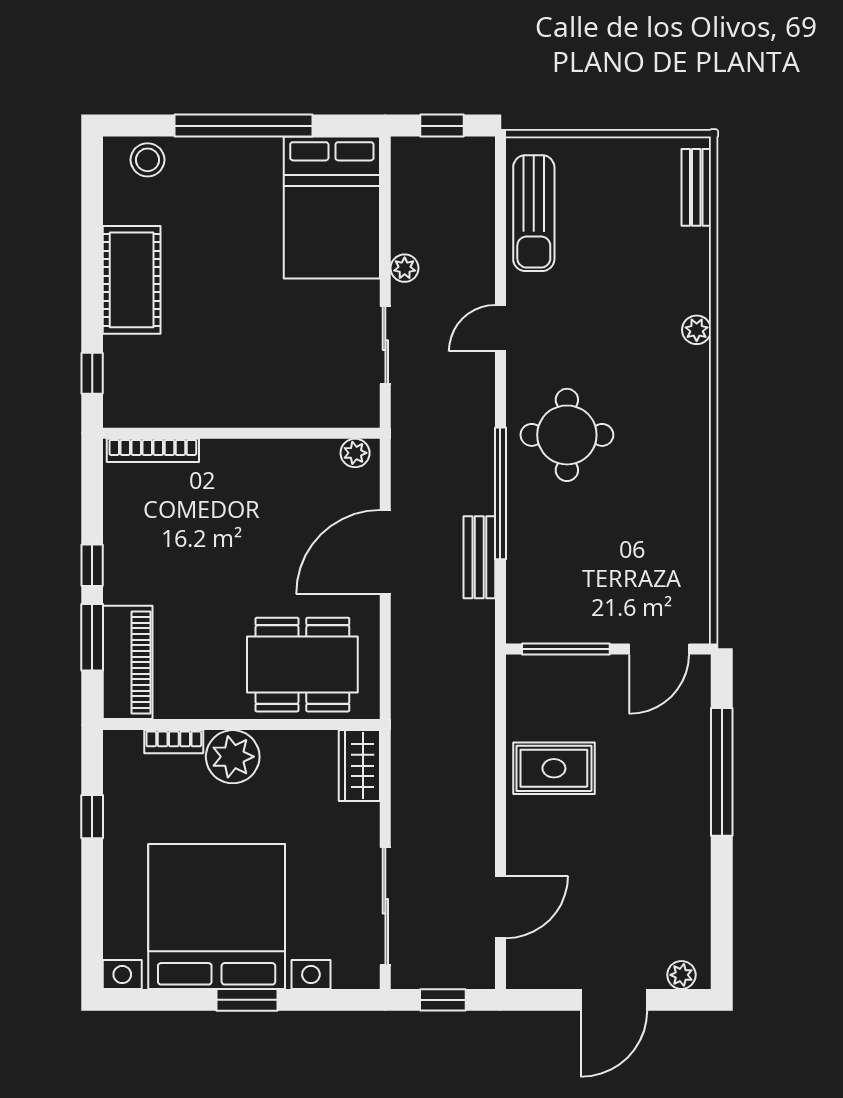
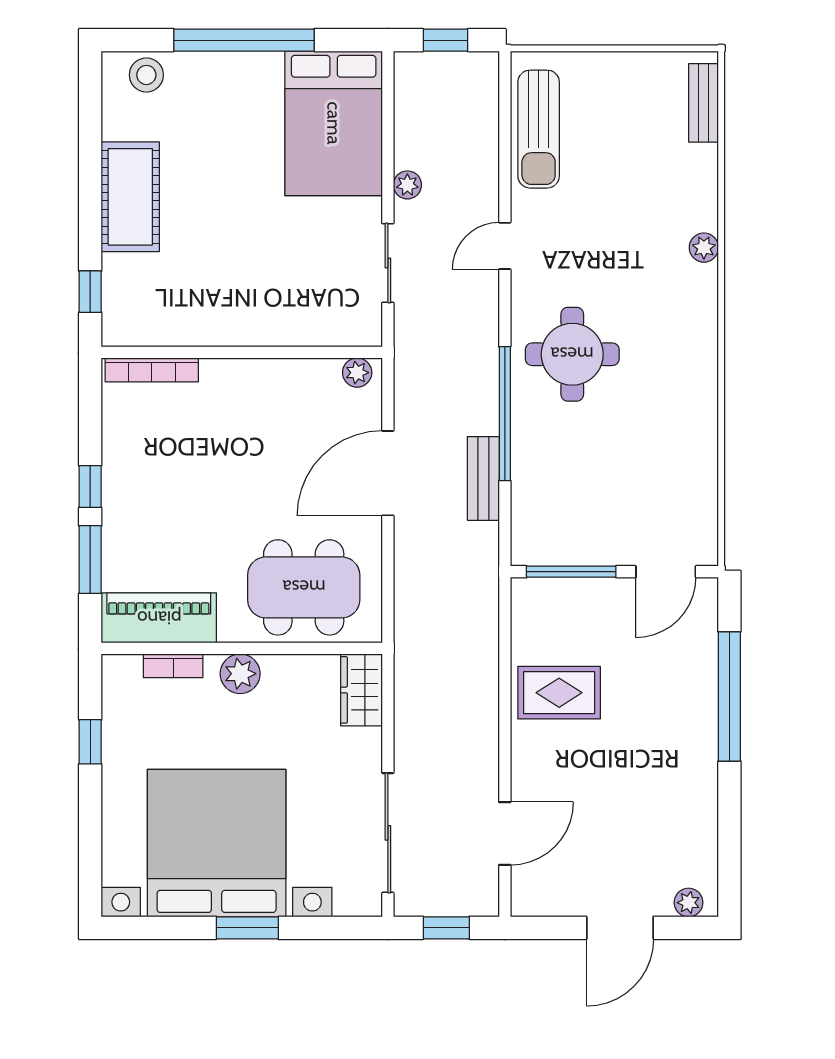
piano: (128, 662) -> (159, 618), moved, turned -90
plant: (233, 757) -> (240, 674), width x0.73, depth x0.73

